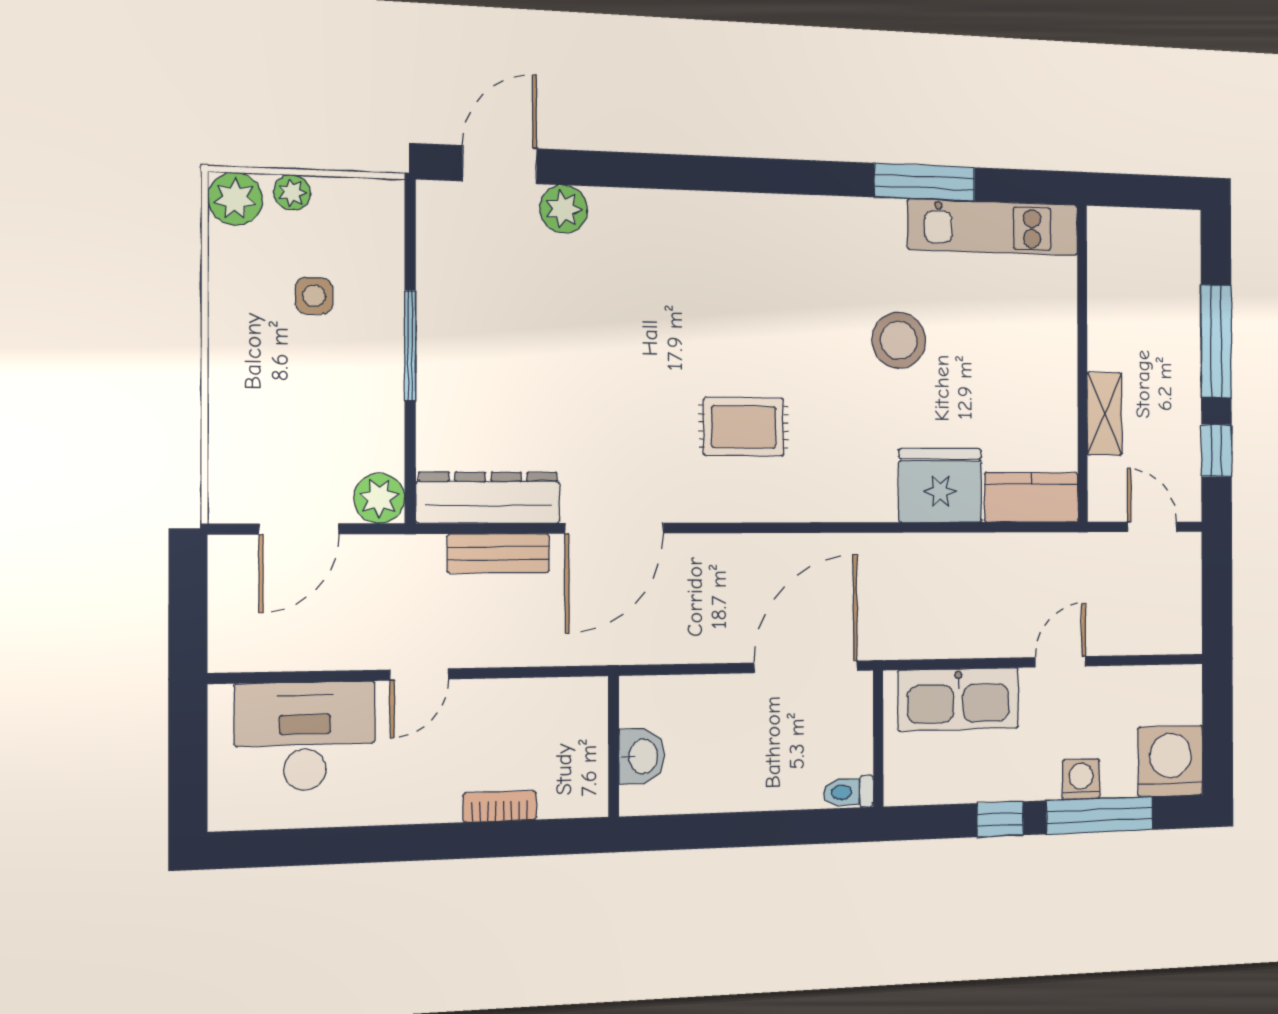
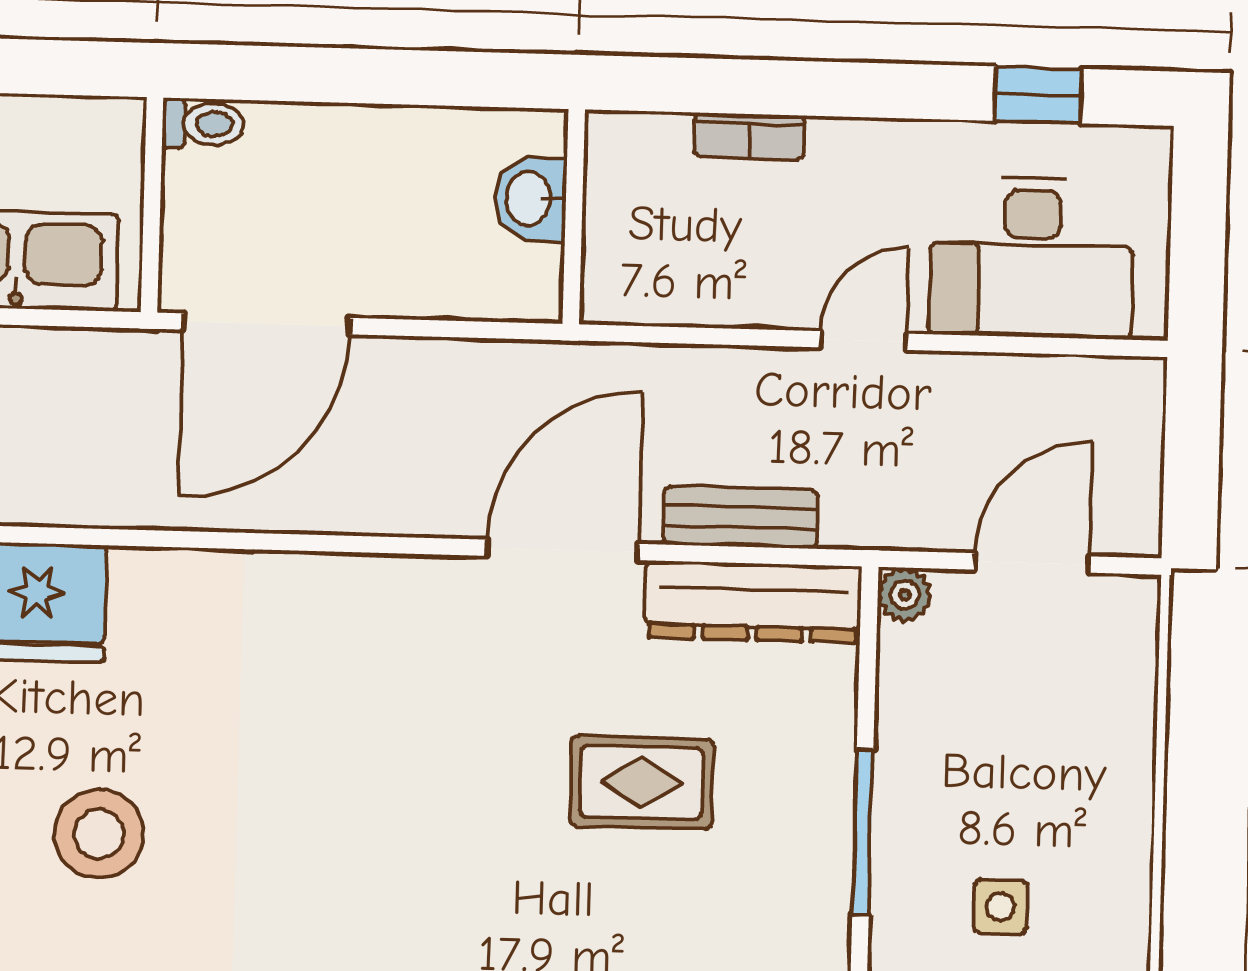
rug: (744, 427) -> (642, 782), moved
plant: (379, 498) -> (905, 595), width x0.73, depth x0.73
window: (304, 847) -> (1038, 95), added

